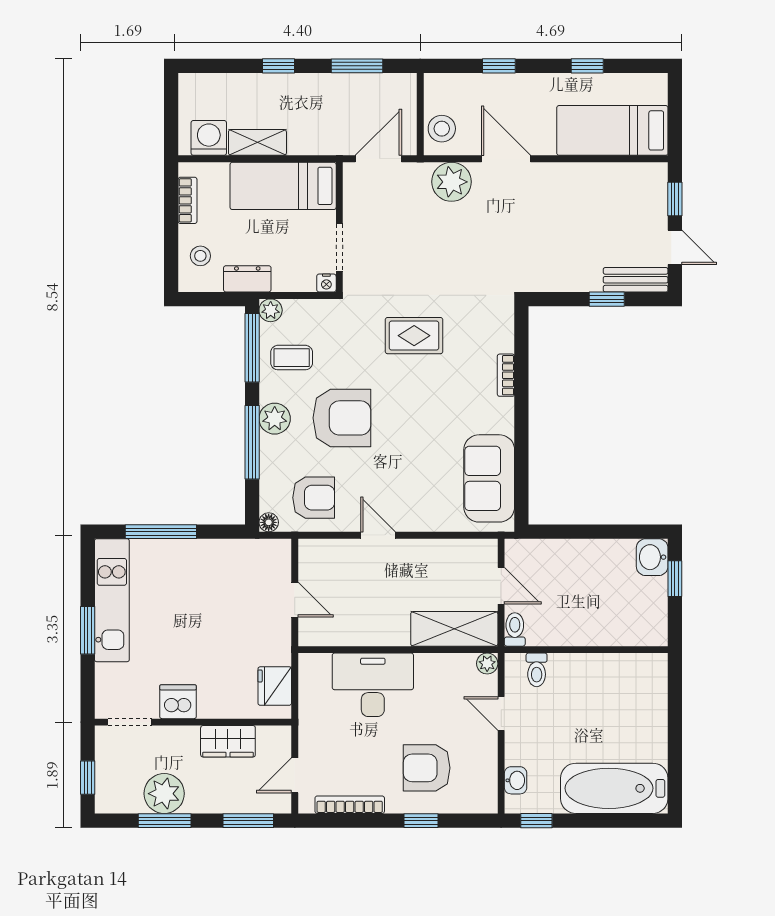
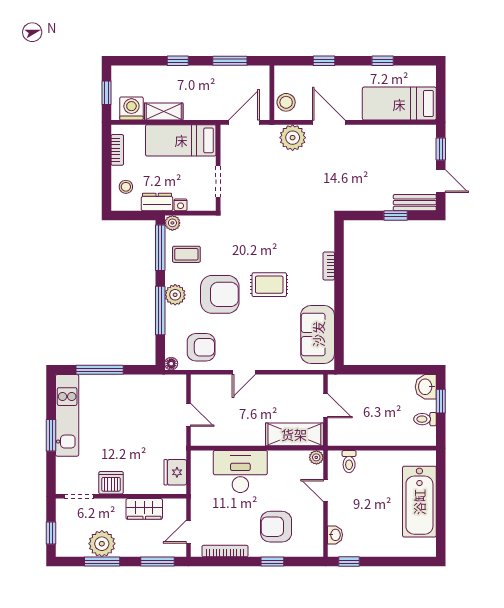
window: (171, 114) -> (106, 93), added
nightstand: (326, 283) -> (181, 205), moved
rug: (414, 336) -> (269, 285), moved
door: (378, 535) -> (244, 372), swing flipped
toilet: (515, 629) -> (425, 419), moved, turned -90
bathtub: (614, 788) -> (419, 502), moved, turned -90

